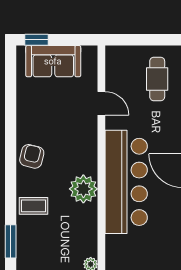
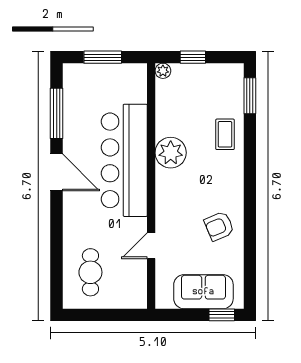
door: (101, 103) -> (151, 246), hinge flipped
armchair: (32, 156) -> (219, 226), moved, turned 53
coffee table: (33, 206) -> (225, 134), turned 90

